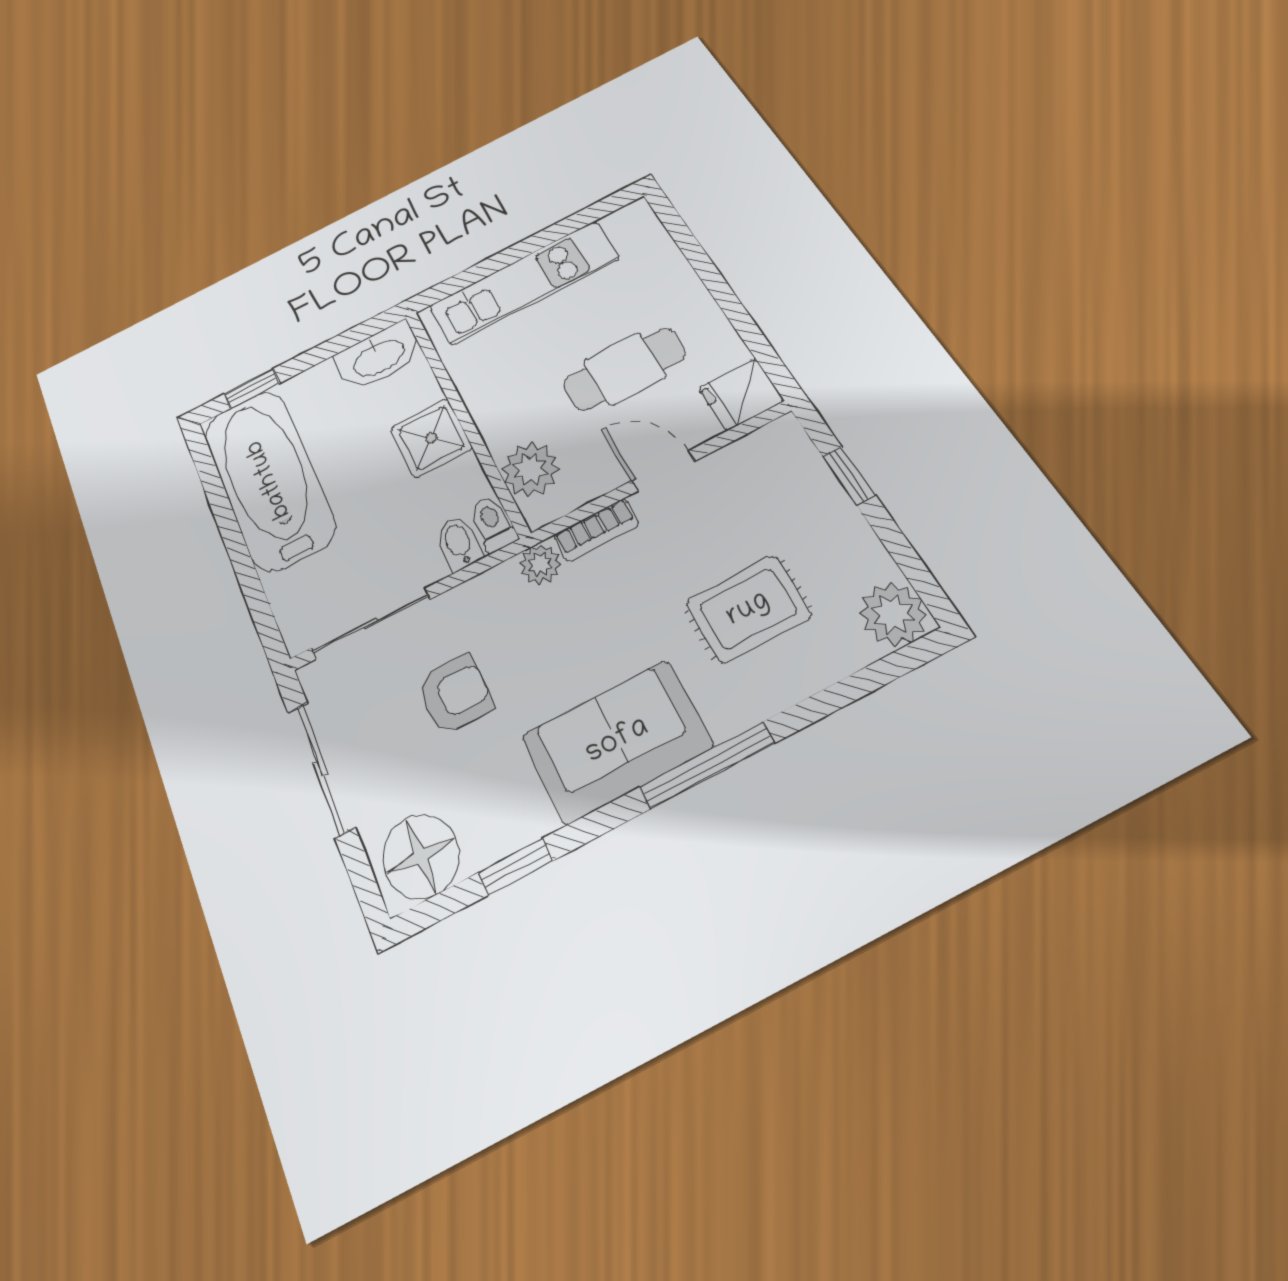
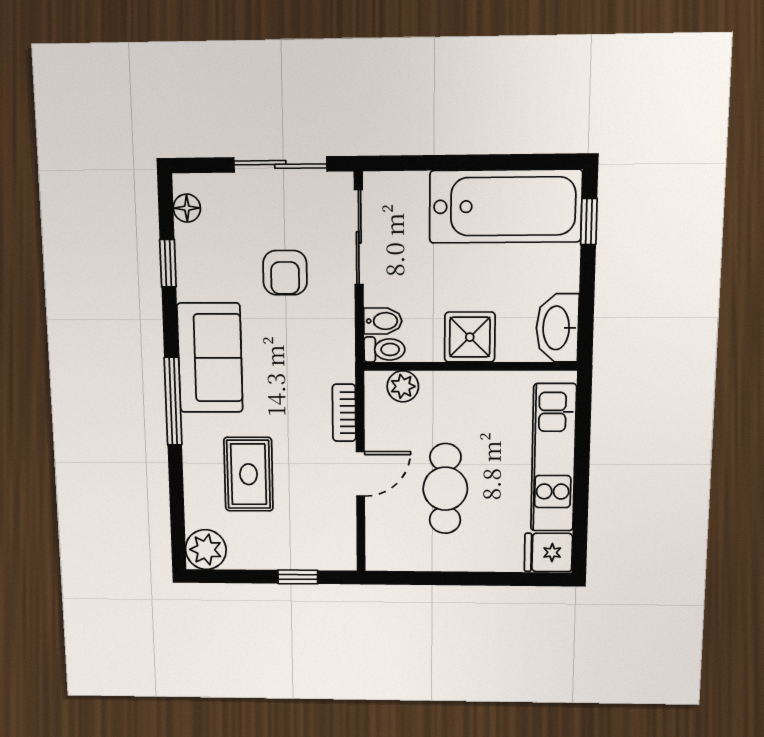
fridge: (741, 394) -> (548, 552), moved, turned -90
plant: (530, 469) -> (403, 386), width x0.73, depth x0.73
plant: (540, 564) -> (341, 367), removed
floor lamp: (421, 856) -> (187, 208), width x0.53, depth x0.53

